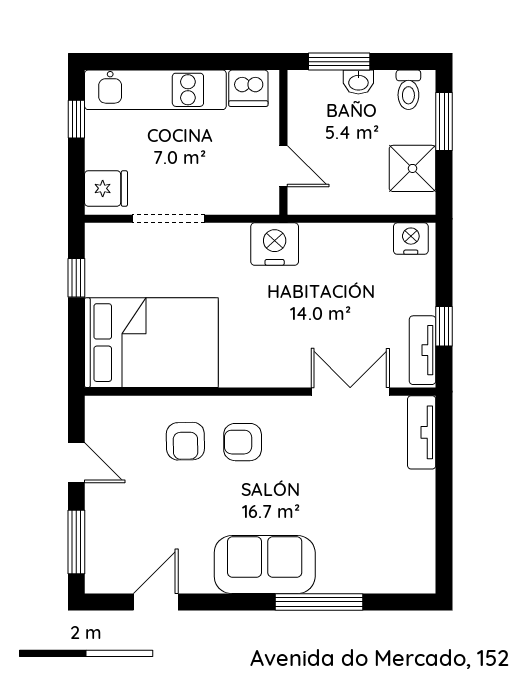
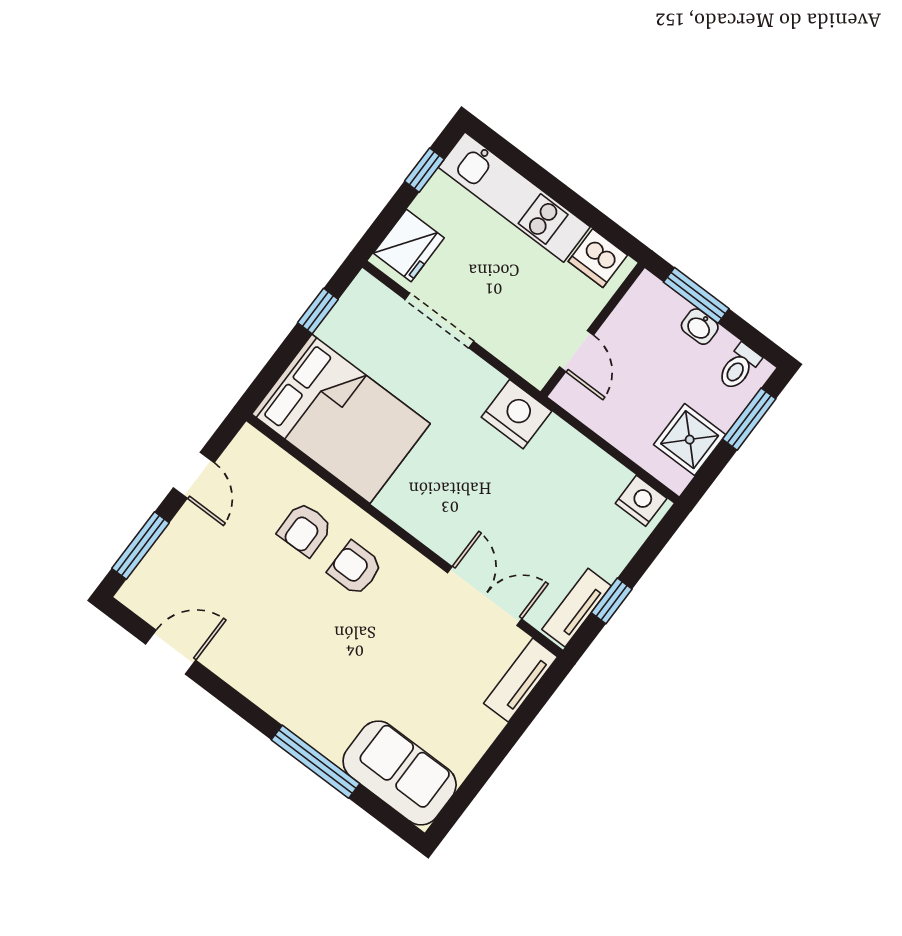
fridge: (106, 188) -> (409, 245), width x1.38
sofa: (265, 565) -> (400, 773), moved

